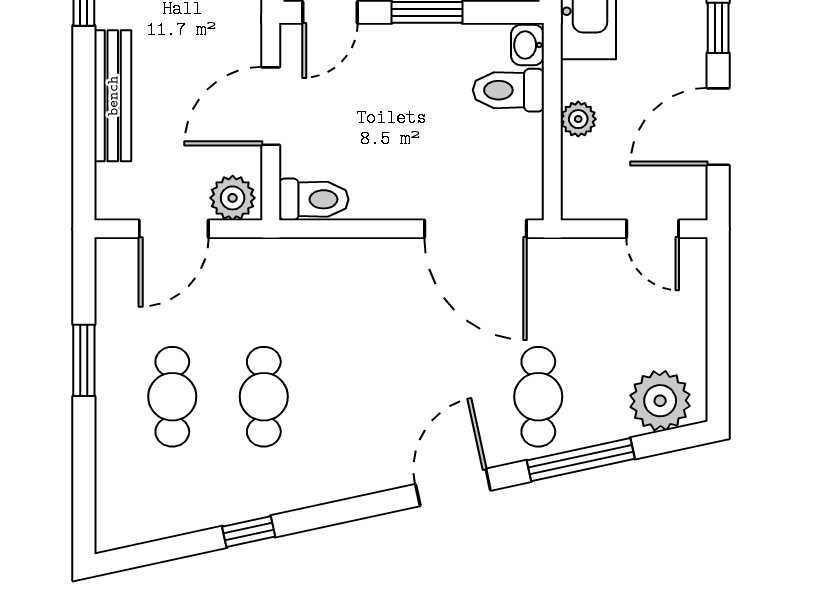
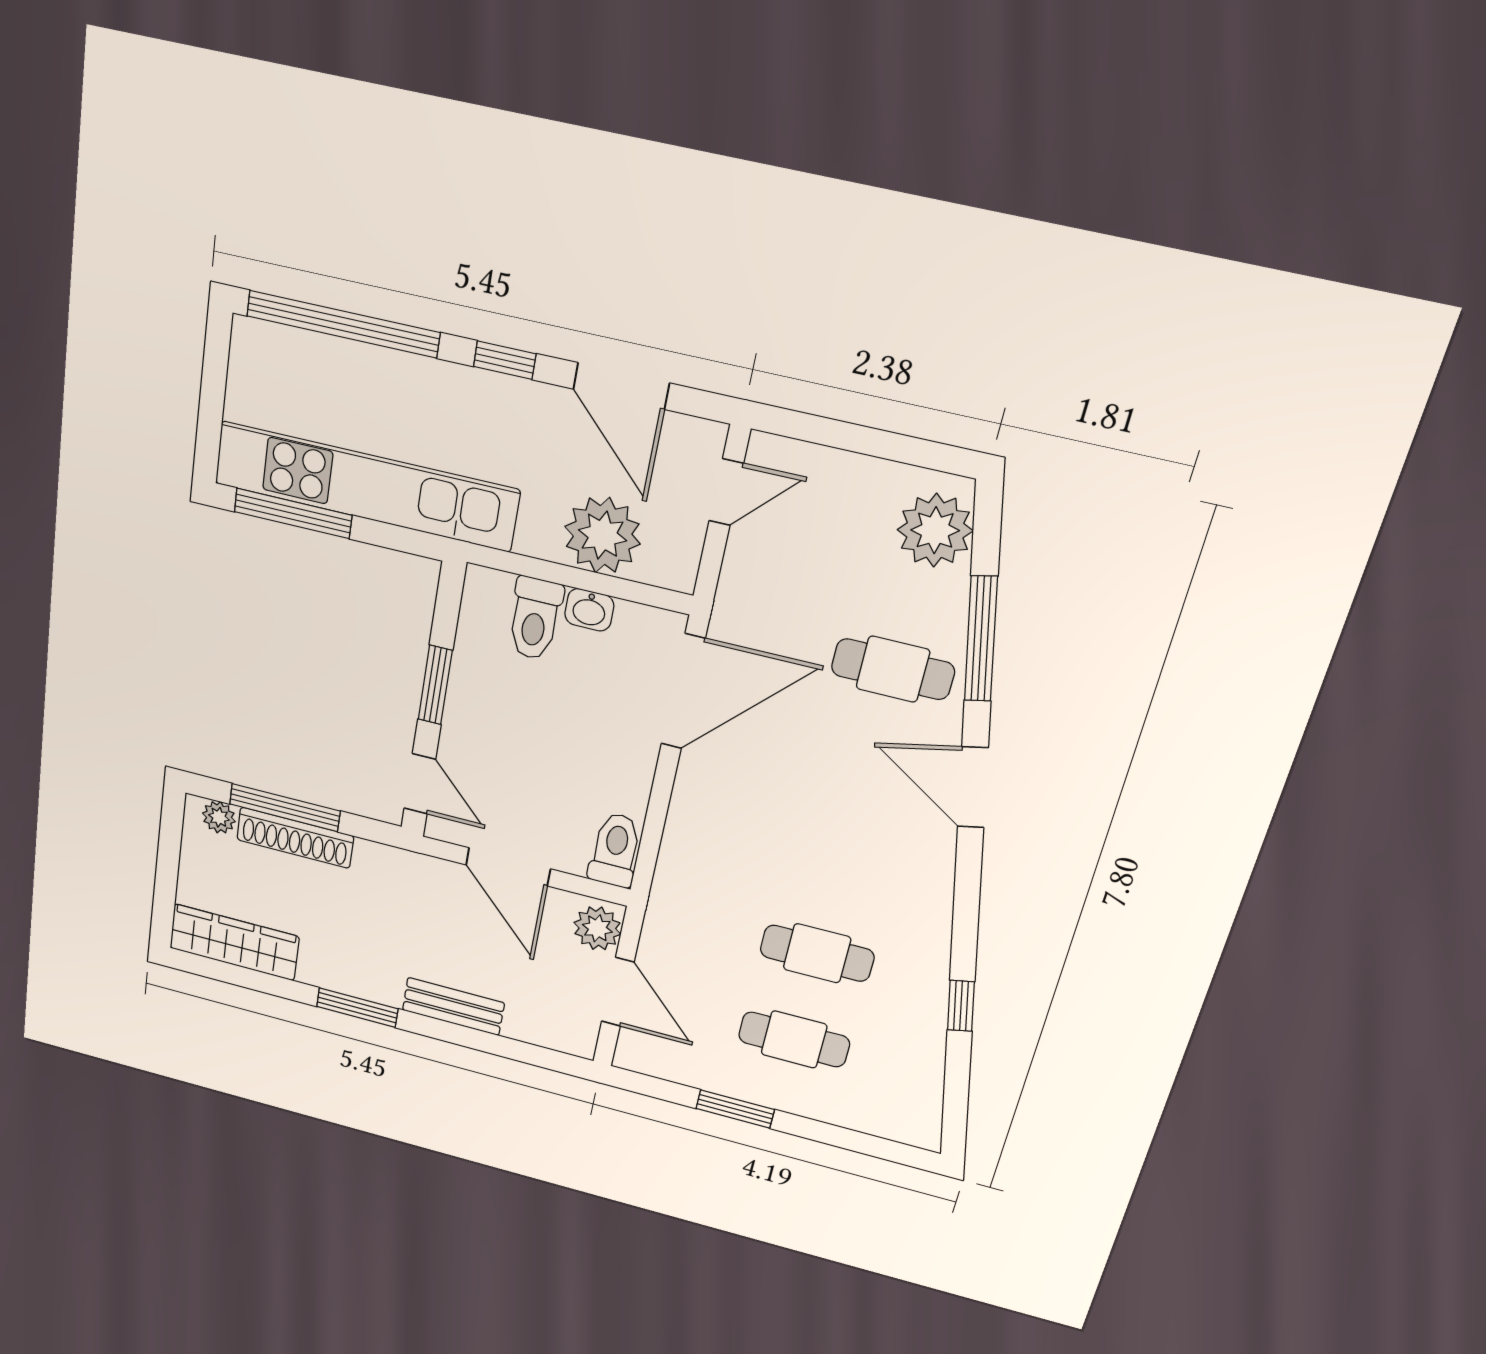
washbasin: (527, 45) -> (589, 610), moved
bench: (113, 96) -> (453, 1006), width x0.73
plant: (578, 119) -> (602, 535), width x1.88, depth x1.88

